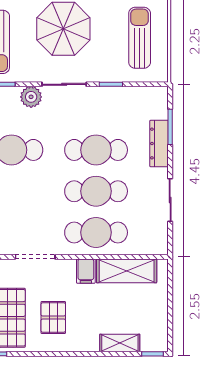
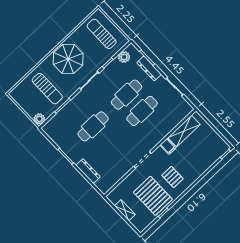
plant: (31, 97) -> (124, 57), moved
cafe table: (96, 232) -> (157, 127), removed
shelving: (120, 343) -> (208, 162), removed

